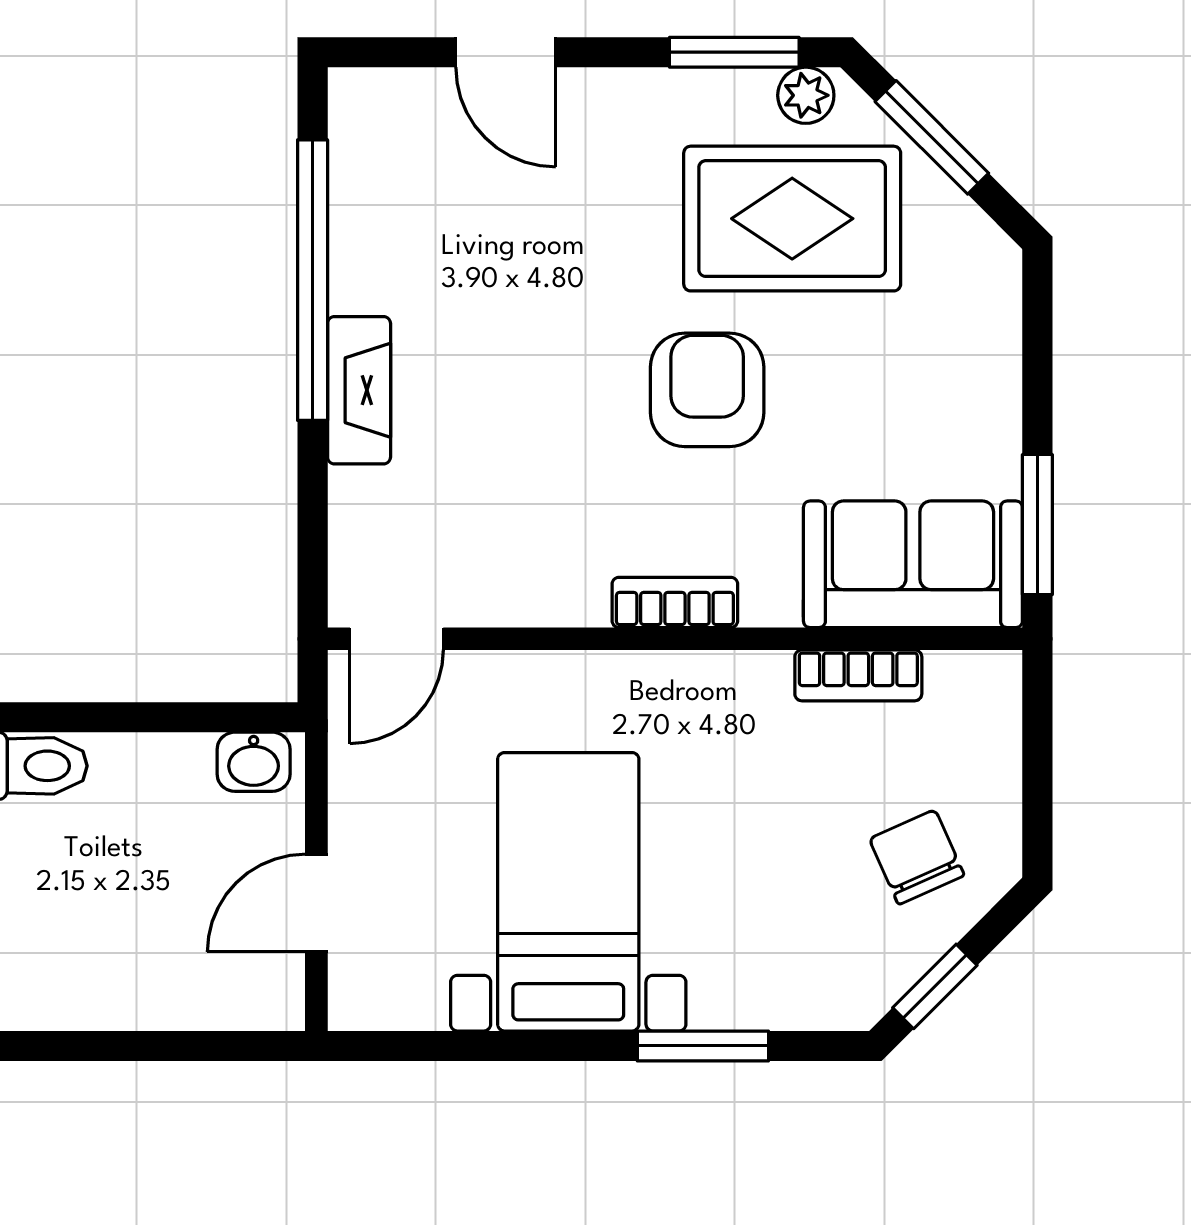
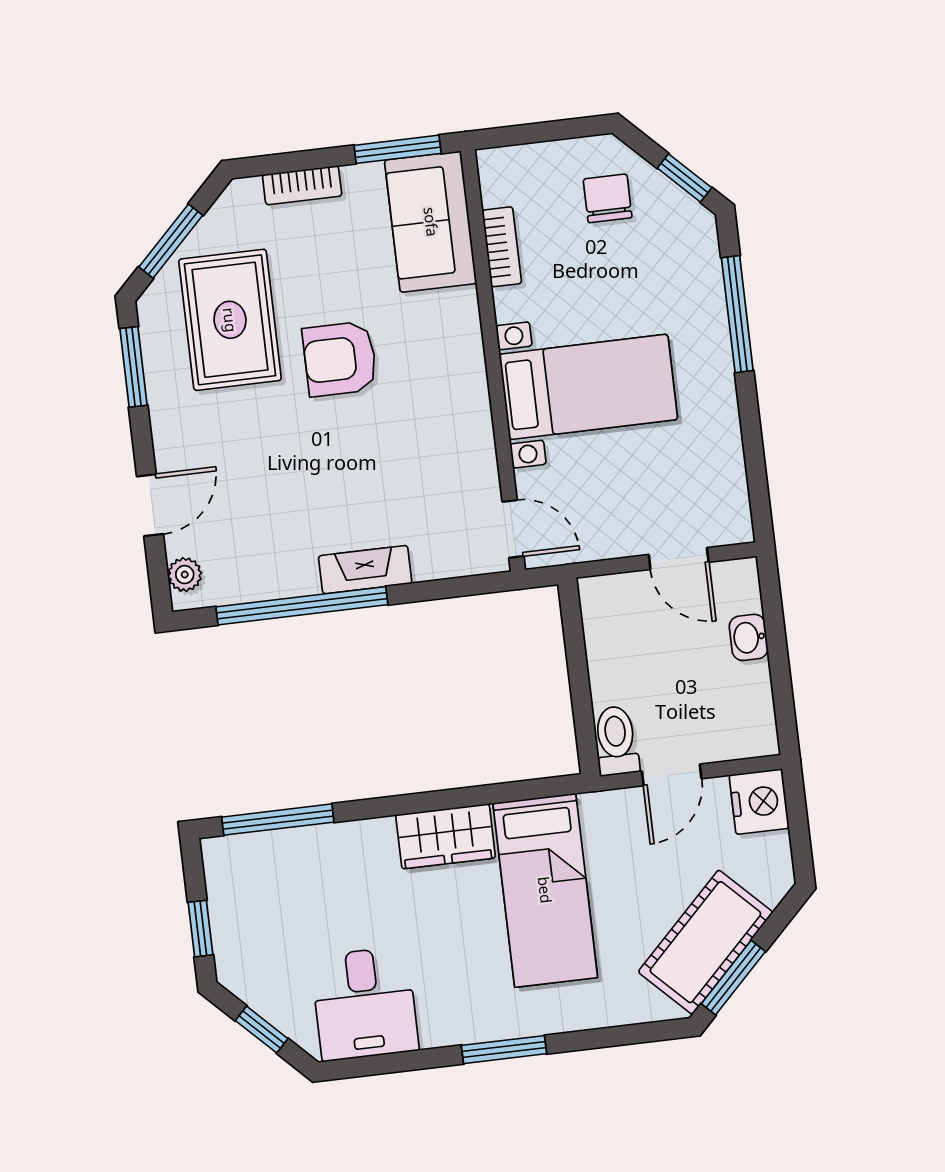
plant: (806, 95) -> (185, 575), moved
bookcase: (675, 602) -> (302, 185), moved, turned -90
washbasin: (254, 762) -> (749, 637), moved, turned 180
chair: (917, 857) -> (608, 198), turned 114
bed with nightstands: (568, 892) -> (588, 387), moved, turned 180
window: (703, 1046) -> (737, 314), width x1.44

